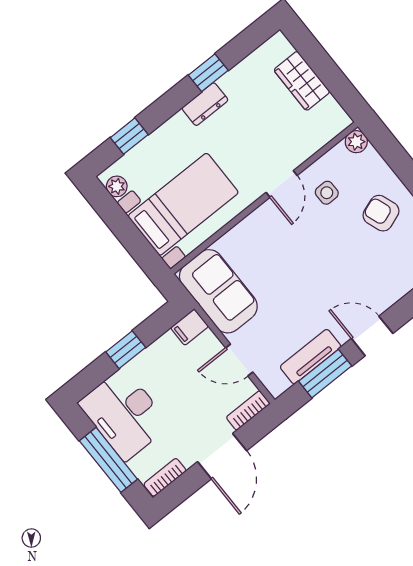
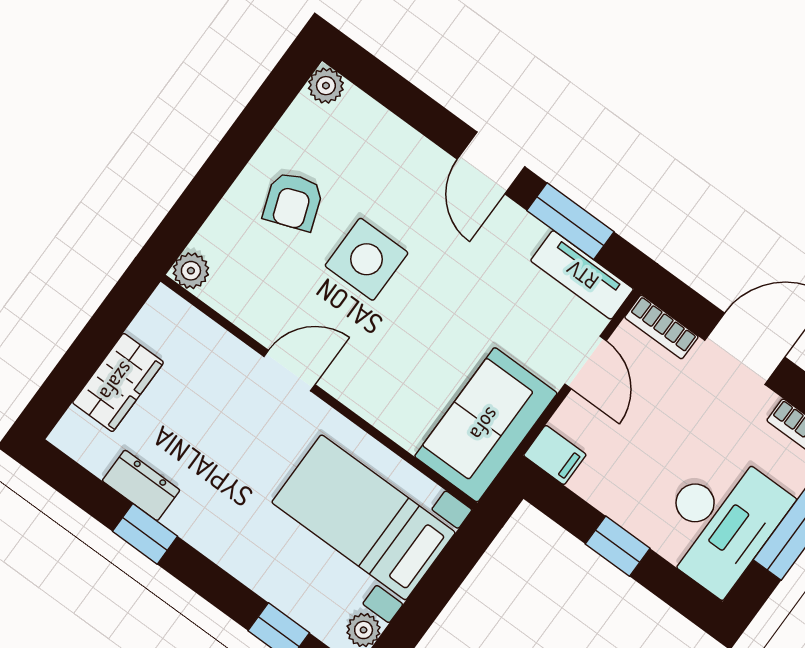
dresser: (205, 104) -> (141, 485), moved
side table: (327, 193) -> (367, 259), moved, width x1.87, depth x1.87
tv unit: (311, 357) -> (582, 275), moved

